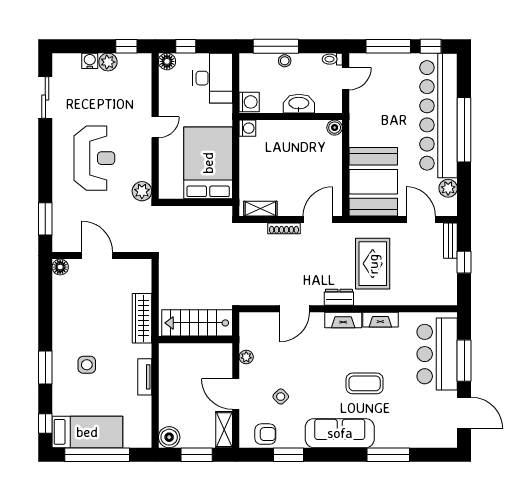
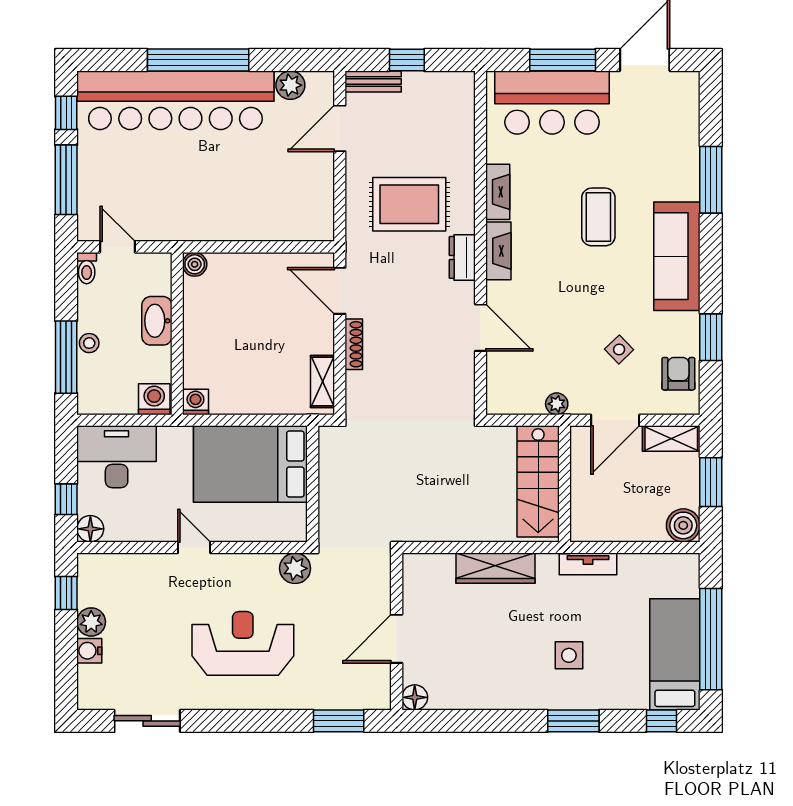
booth: (373, 182) -> (280, 203), removed
stairs: (197, 323) -> (538, 481), moved
wall: (195, 340) -> (565, 484), moved

